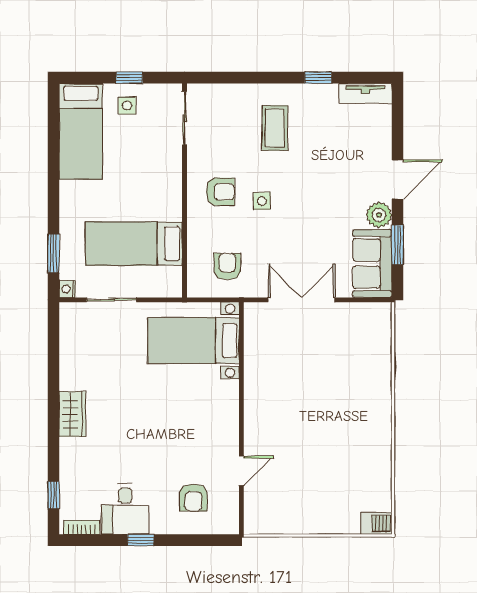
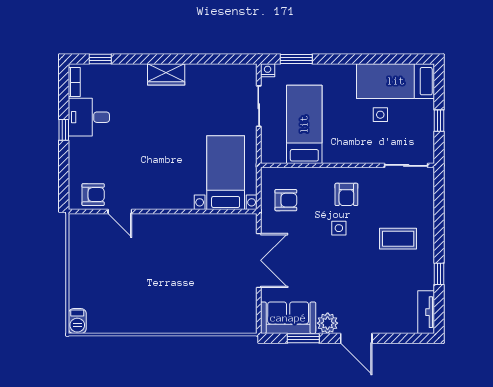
side table: (127, 105) -> (380, 115), moved
armchair: (193, 498) -> (93, 195), moved, turned 180

